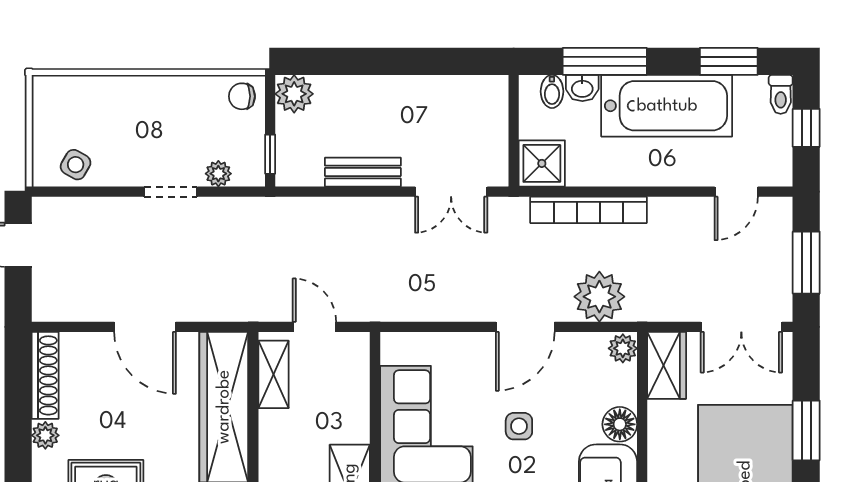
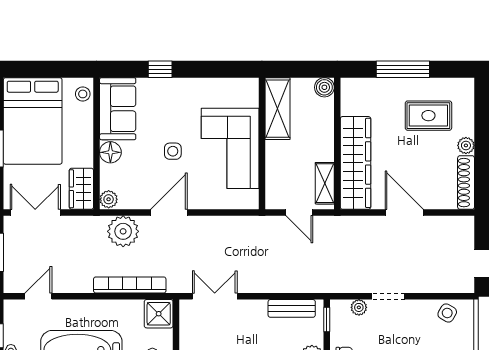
bench: (363, 172) -> (292, 308), moved

